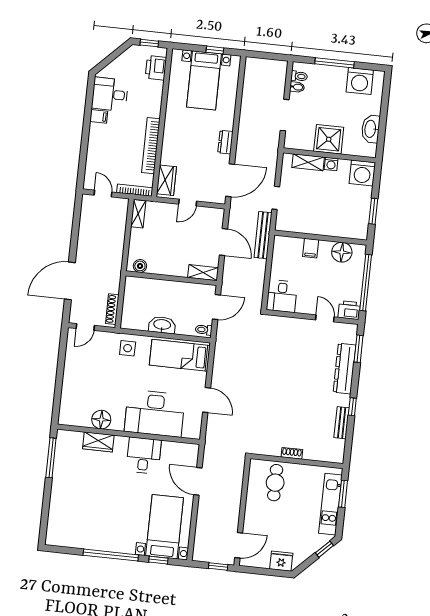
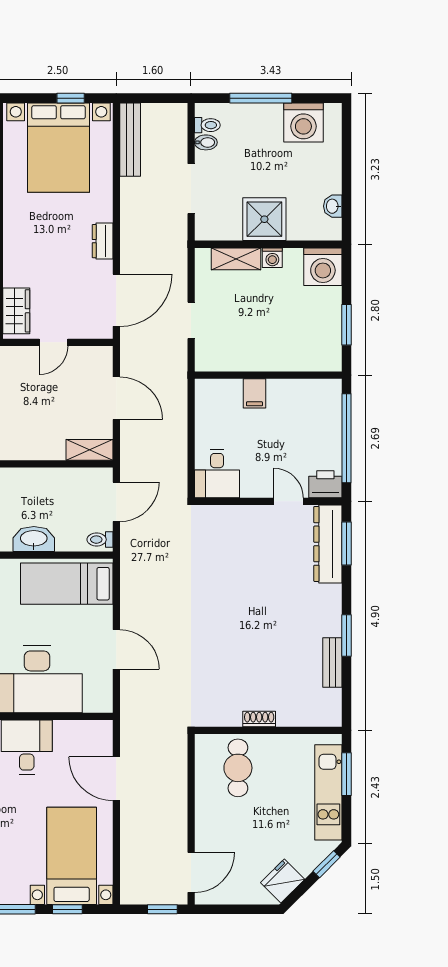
bed with nightstands: (204, 80) -> (58, 148), width x1.36
washbasin: (371, 129) -> (333, 206), width x0.52, depth x0.69
bench: (263, 235) -> (130, 140), moved
floor lamp: (342, 252) -> (304, 395), removed
dresser: (345, 369) -> (328, 544), moved
window: (352, 407) -> (347, 636), width x1.50
fridge: (281, 561) -> (283, 881), moved, turned -45

